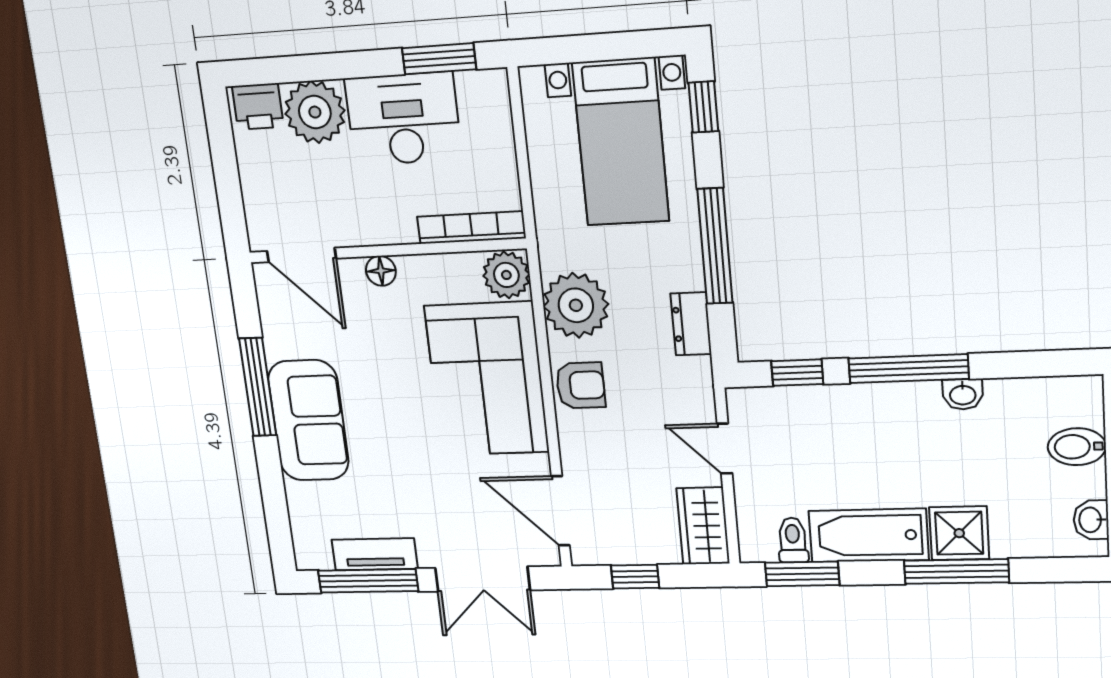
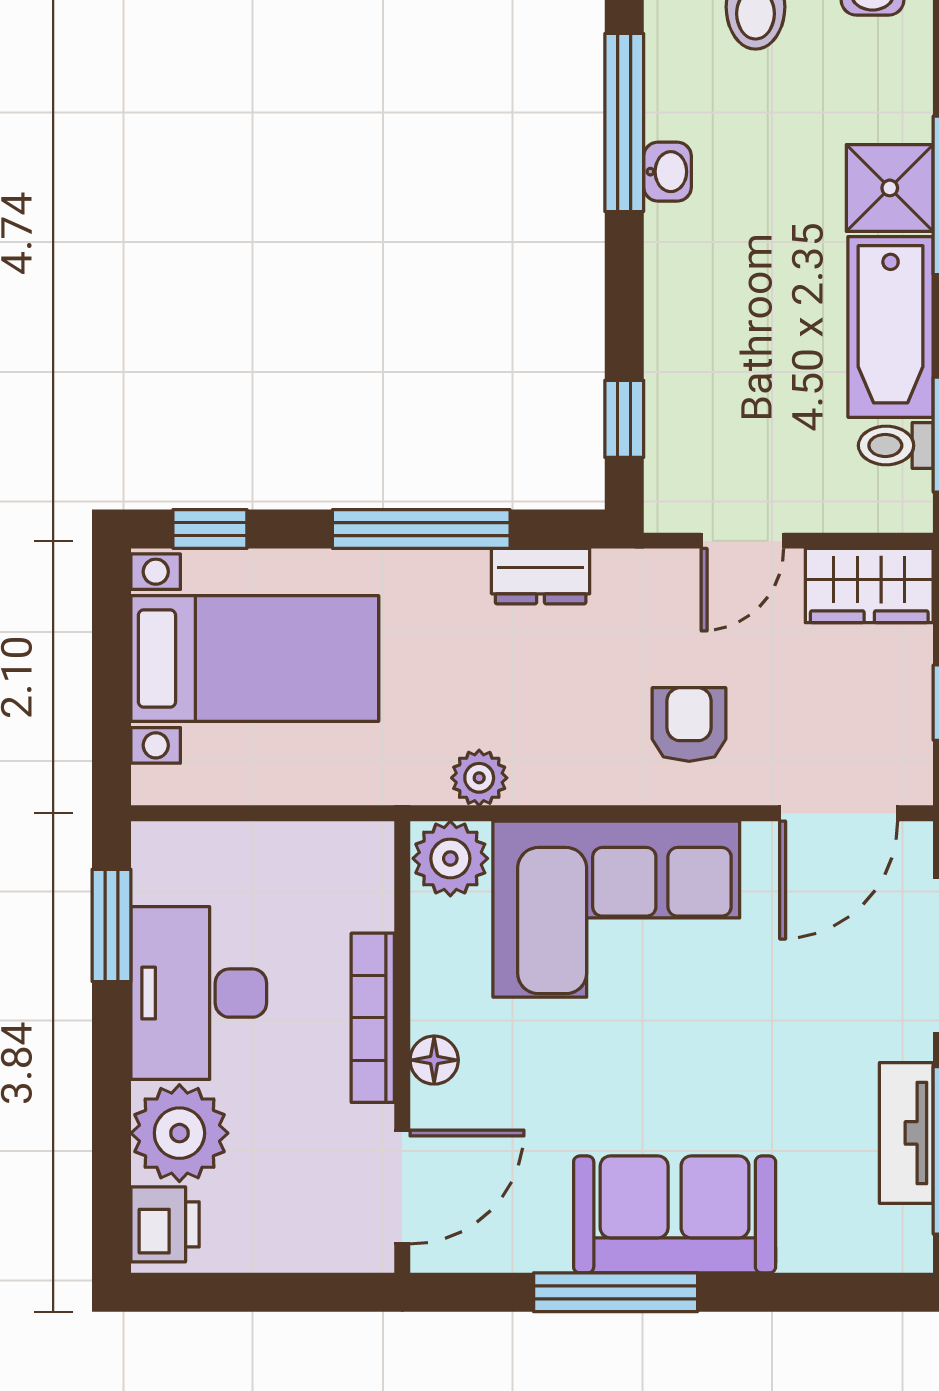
bookcase: (471, 227) -> (373, 1018), moved
plant: (576, 305) -> (479, 778), width x0.53, depth x0.53
window: (909, 369) -> (624, 123), moved
armchair: (581, 385) -> (689, 725), moved

